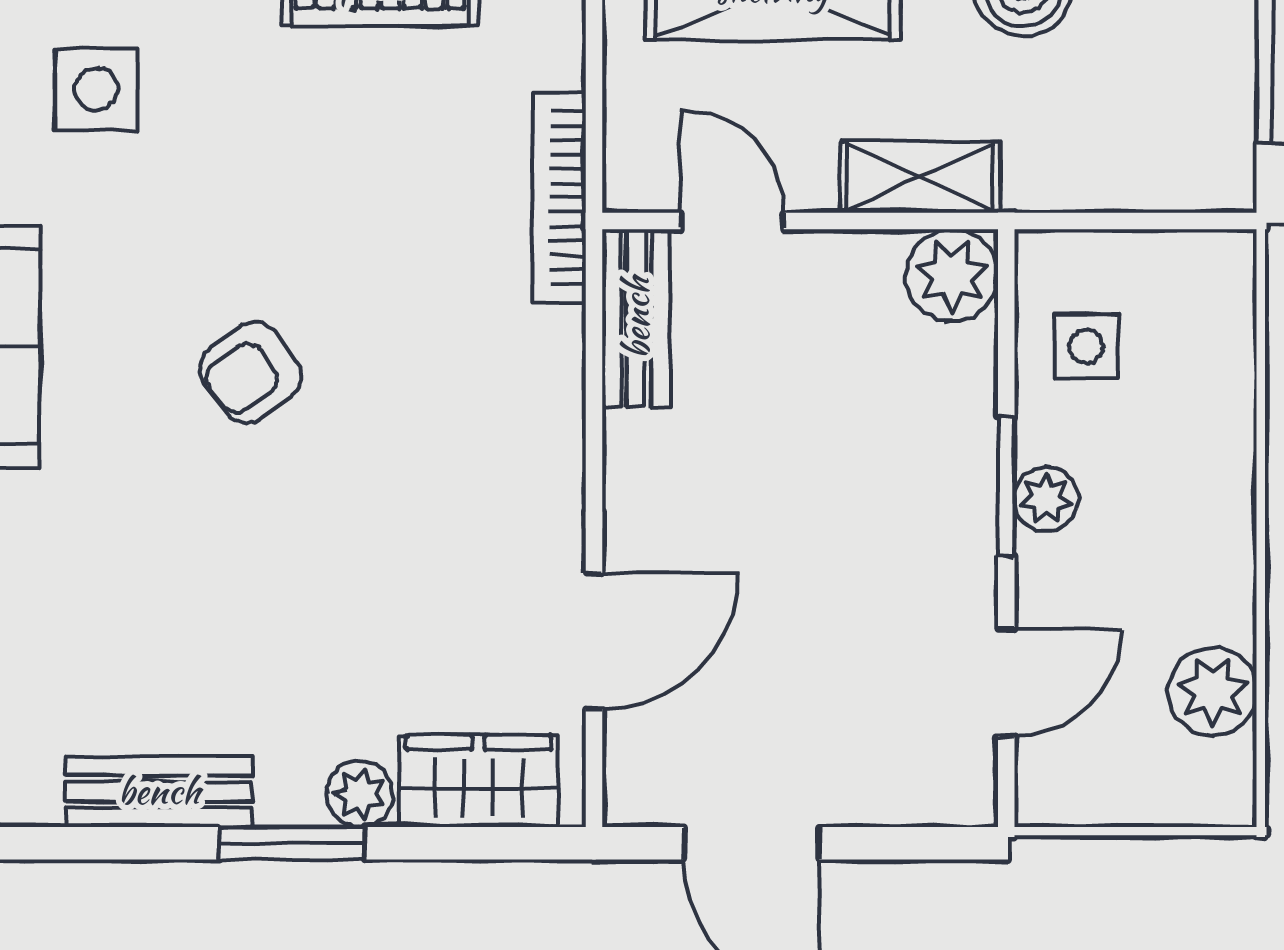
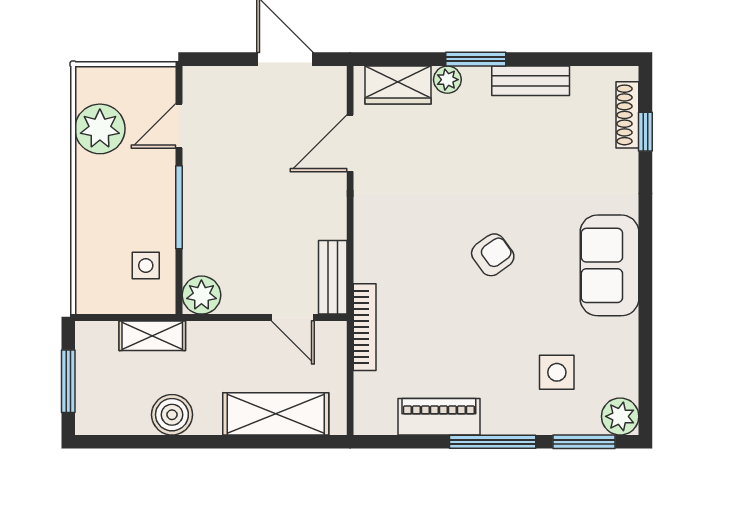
shelving: (920, 177) -> (152, 336), moved
window: (1006, 487) -> (179, 207), width x1.44
plant: (1046, 499) -> (162, 202), removed
plant: (1213, 691) -> (100, 129), width x1.36, depth x1.36

